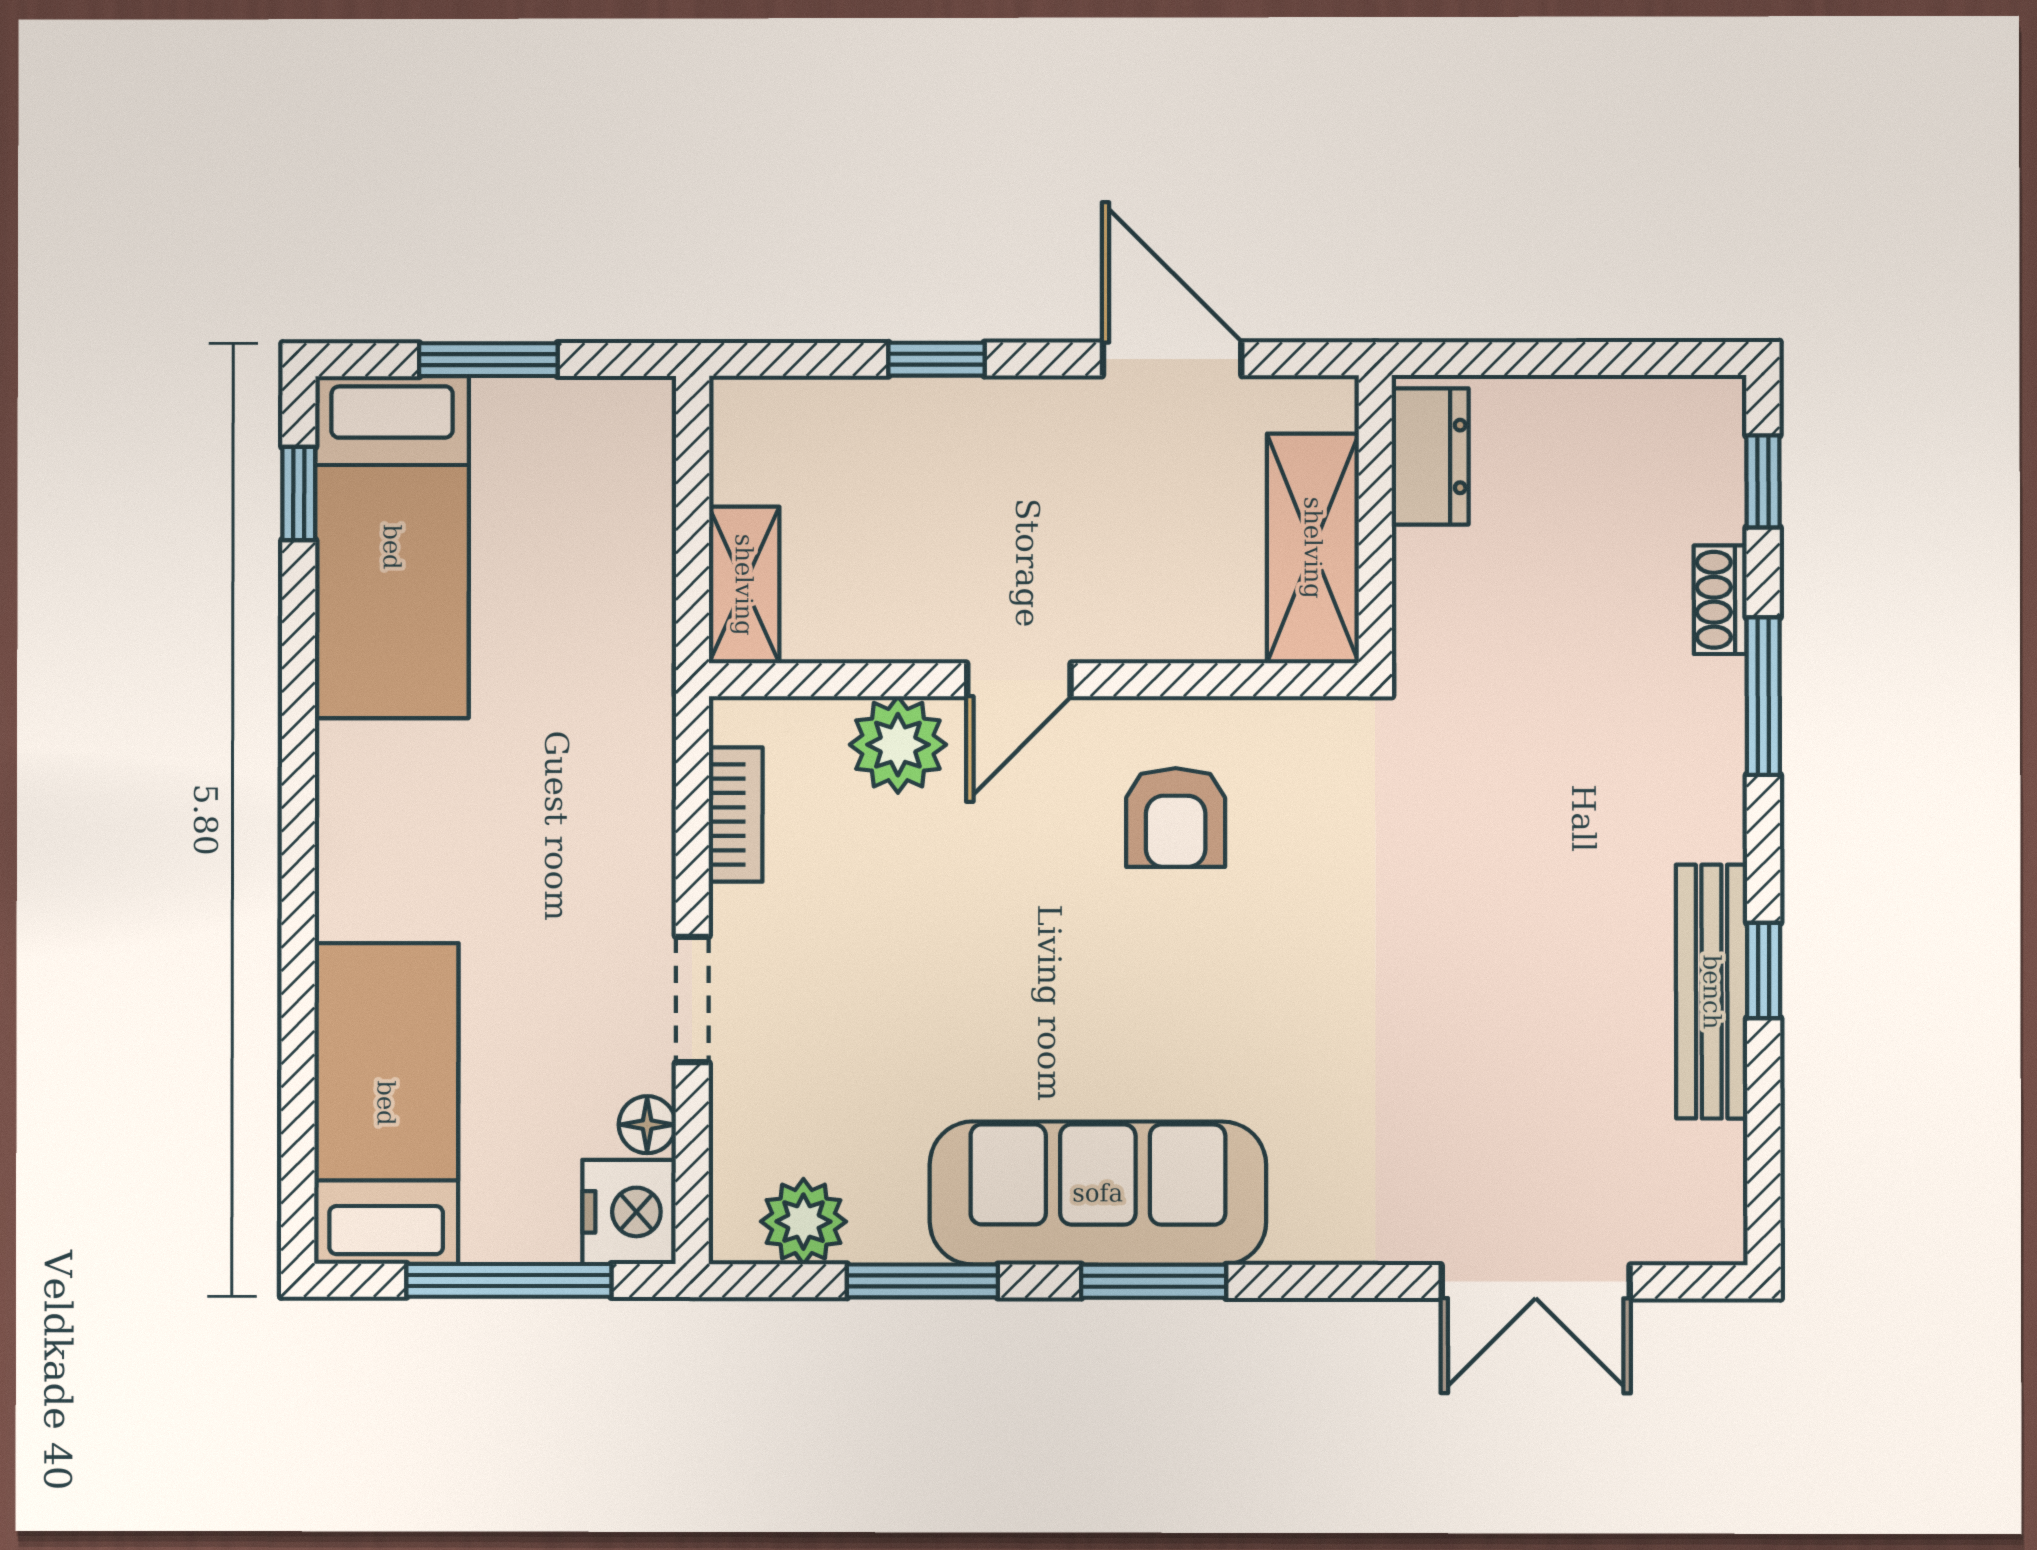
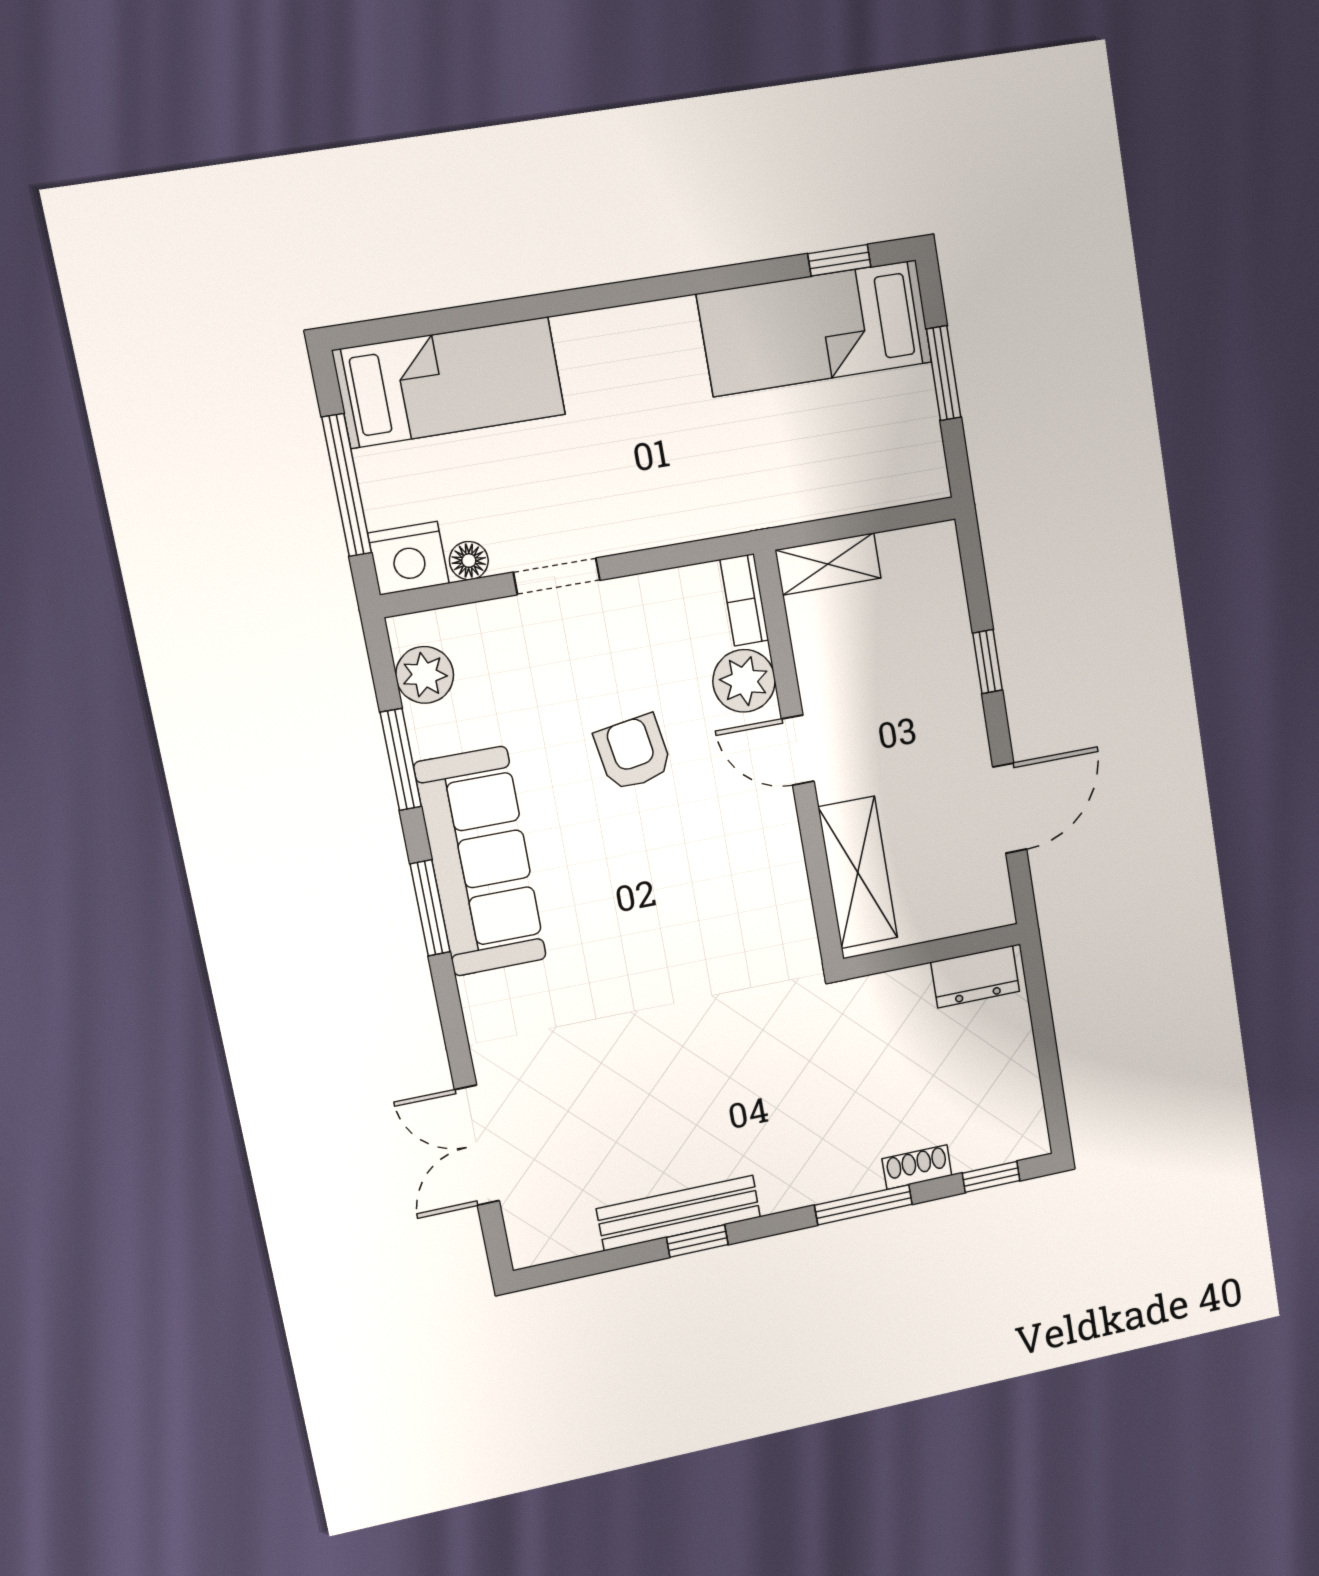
shelving: (1313, 548) -> (858, 872), moved, turned 90
bookcase: (736, 814) -> (744, 600), moved, turned 90
armchair: (1176, 818) -> (633, 753), moved, turned 81

